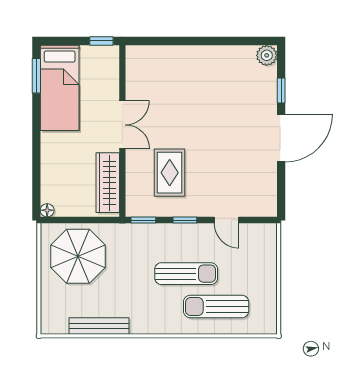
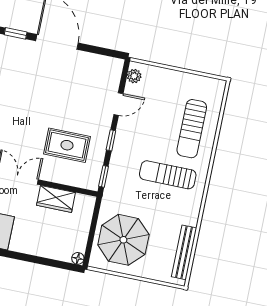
wardrobe: (108, 183) -> (56, 199), width x0.67
plant: (261, 231) -> (134, 76), added
sun lounger: (186, 274) -> (168, 175), moved, turned -90
bench: (99, 326) -> (184, 252), moved

